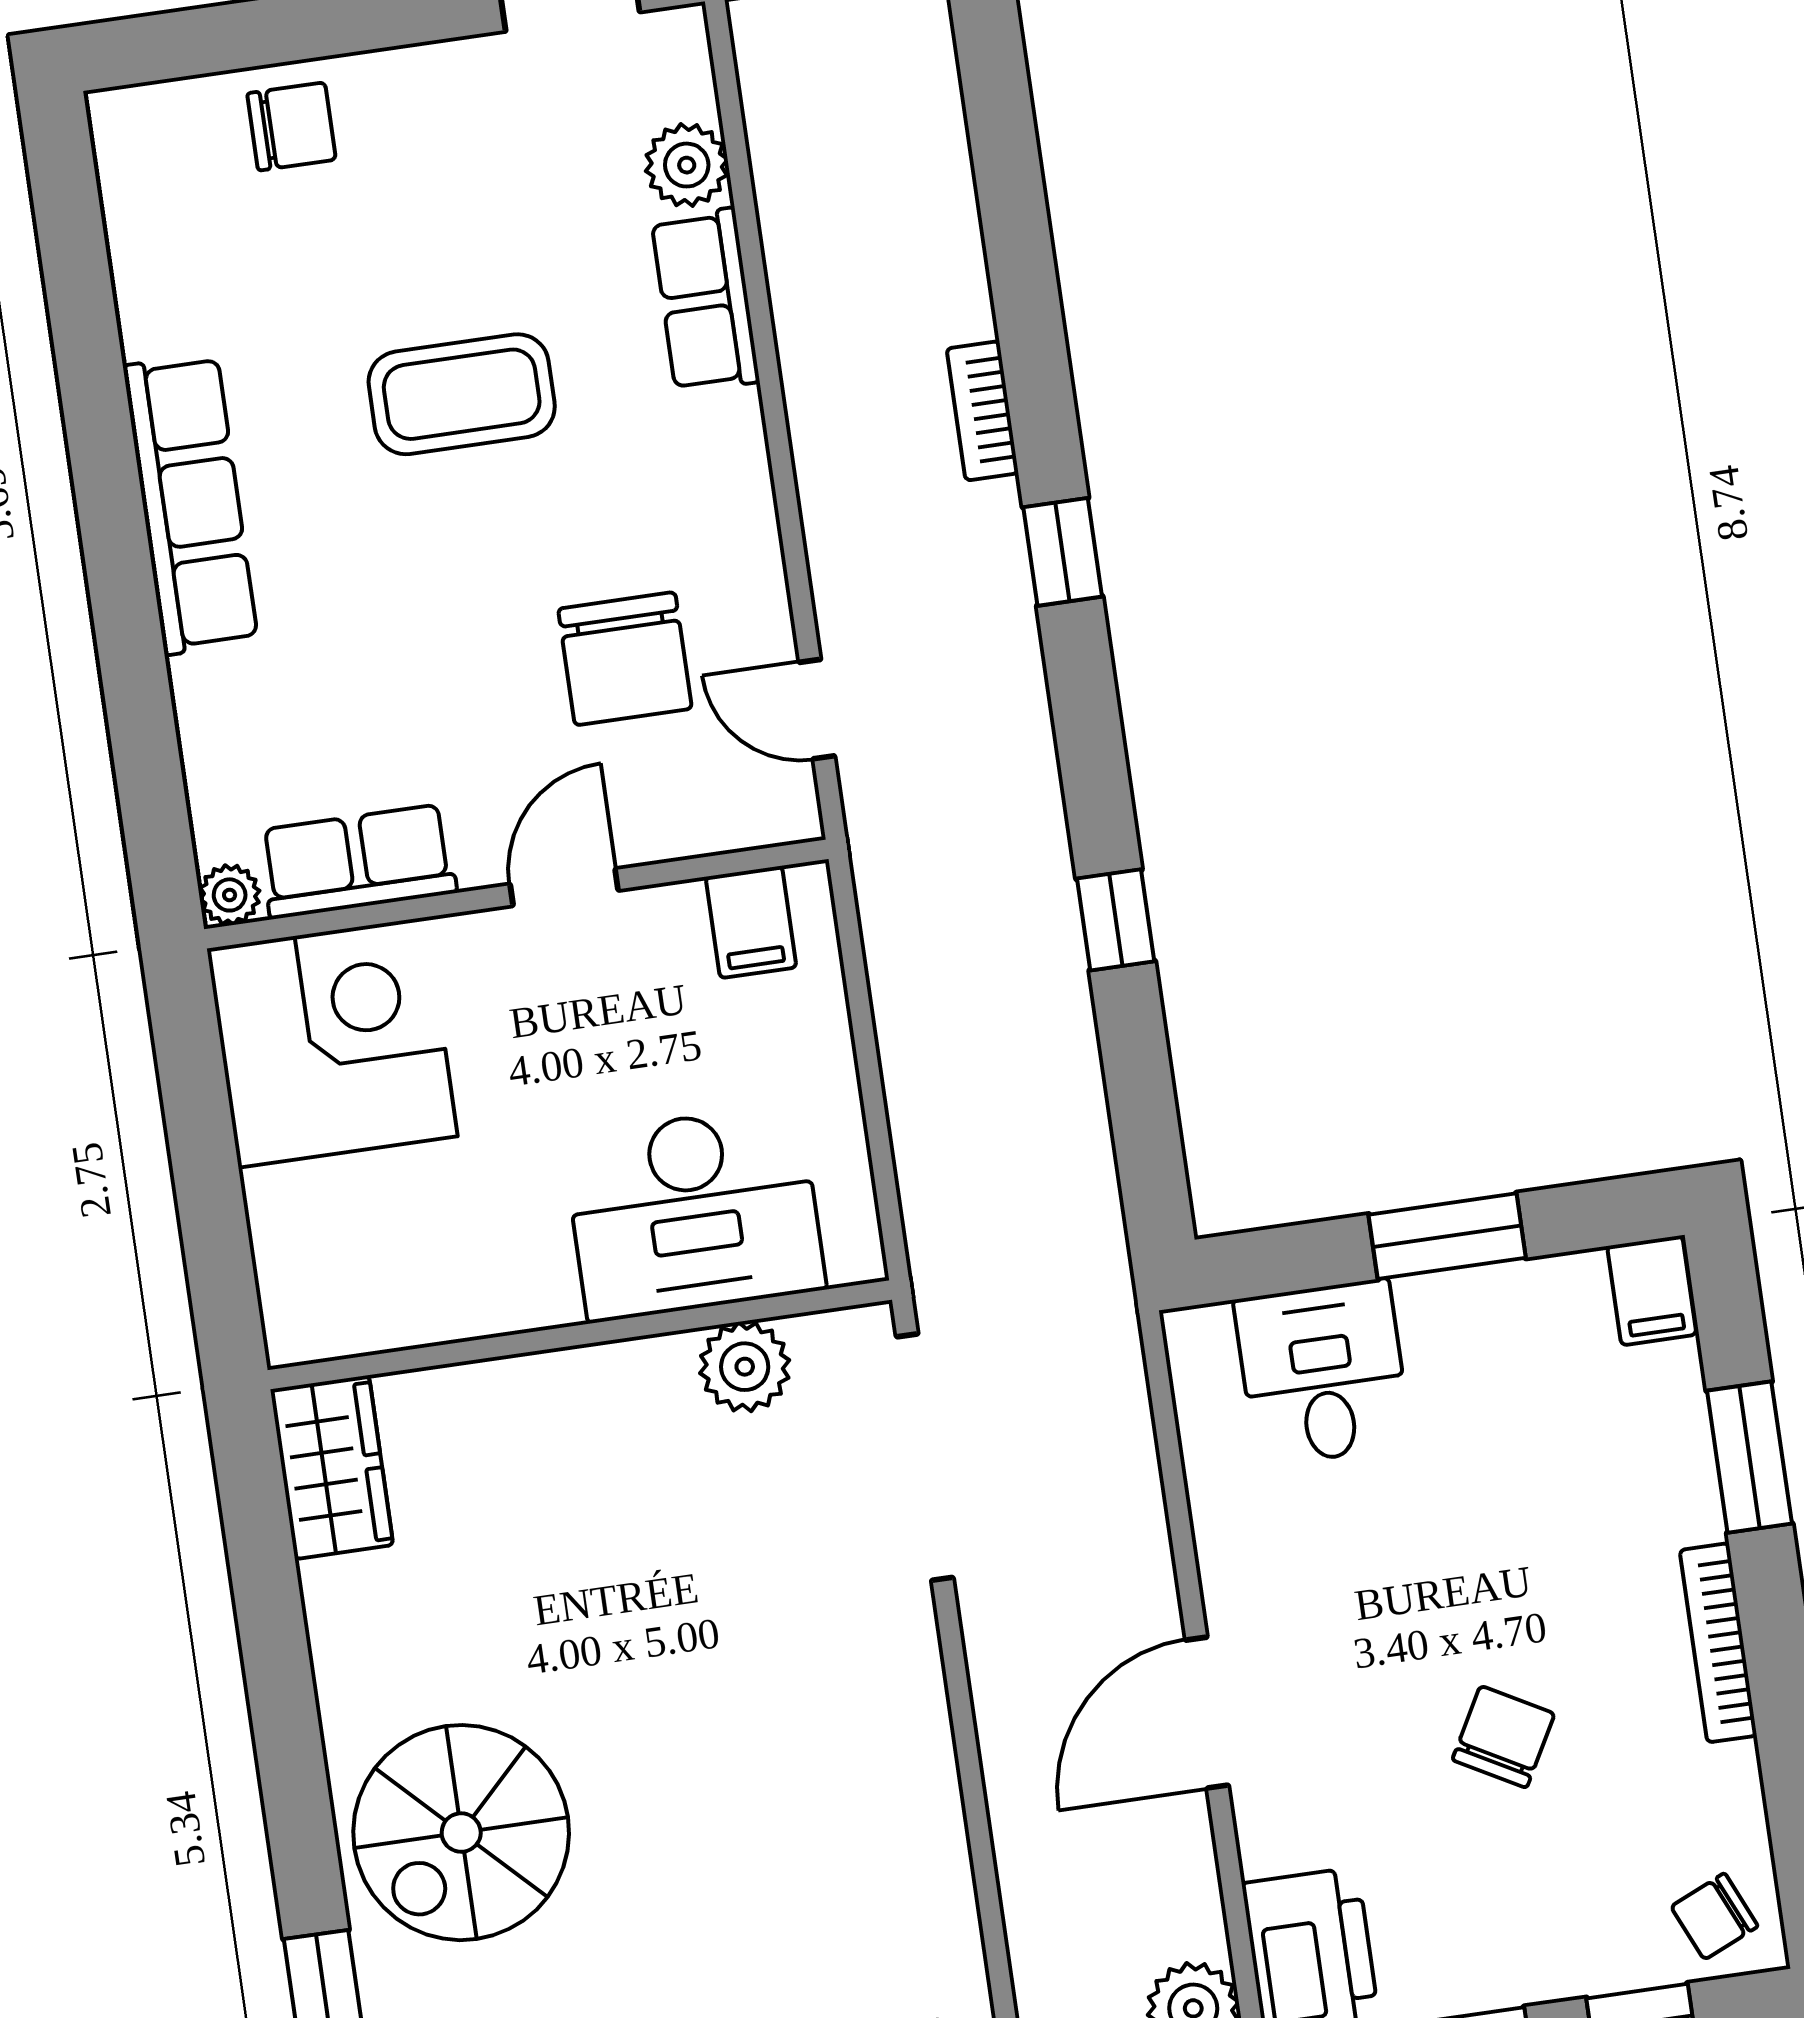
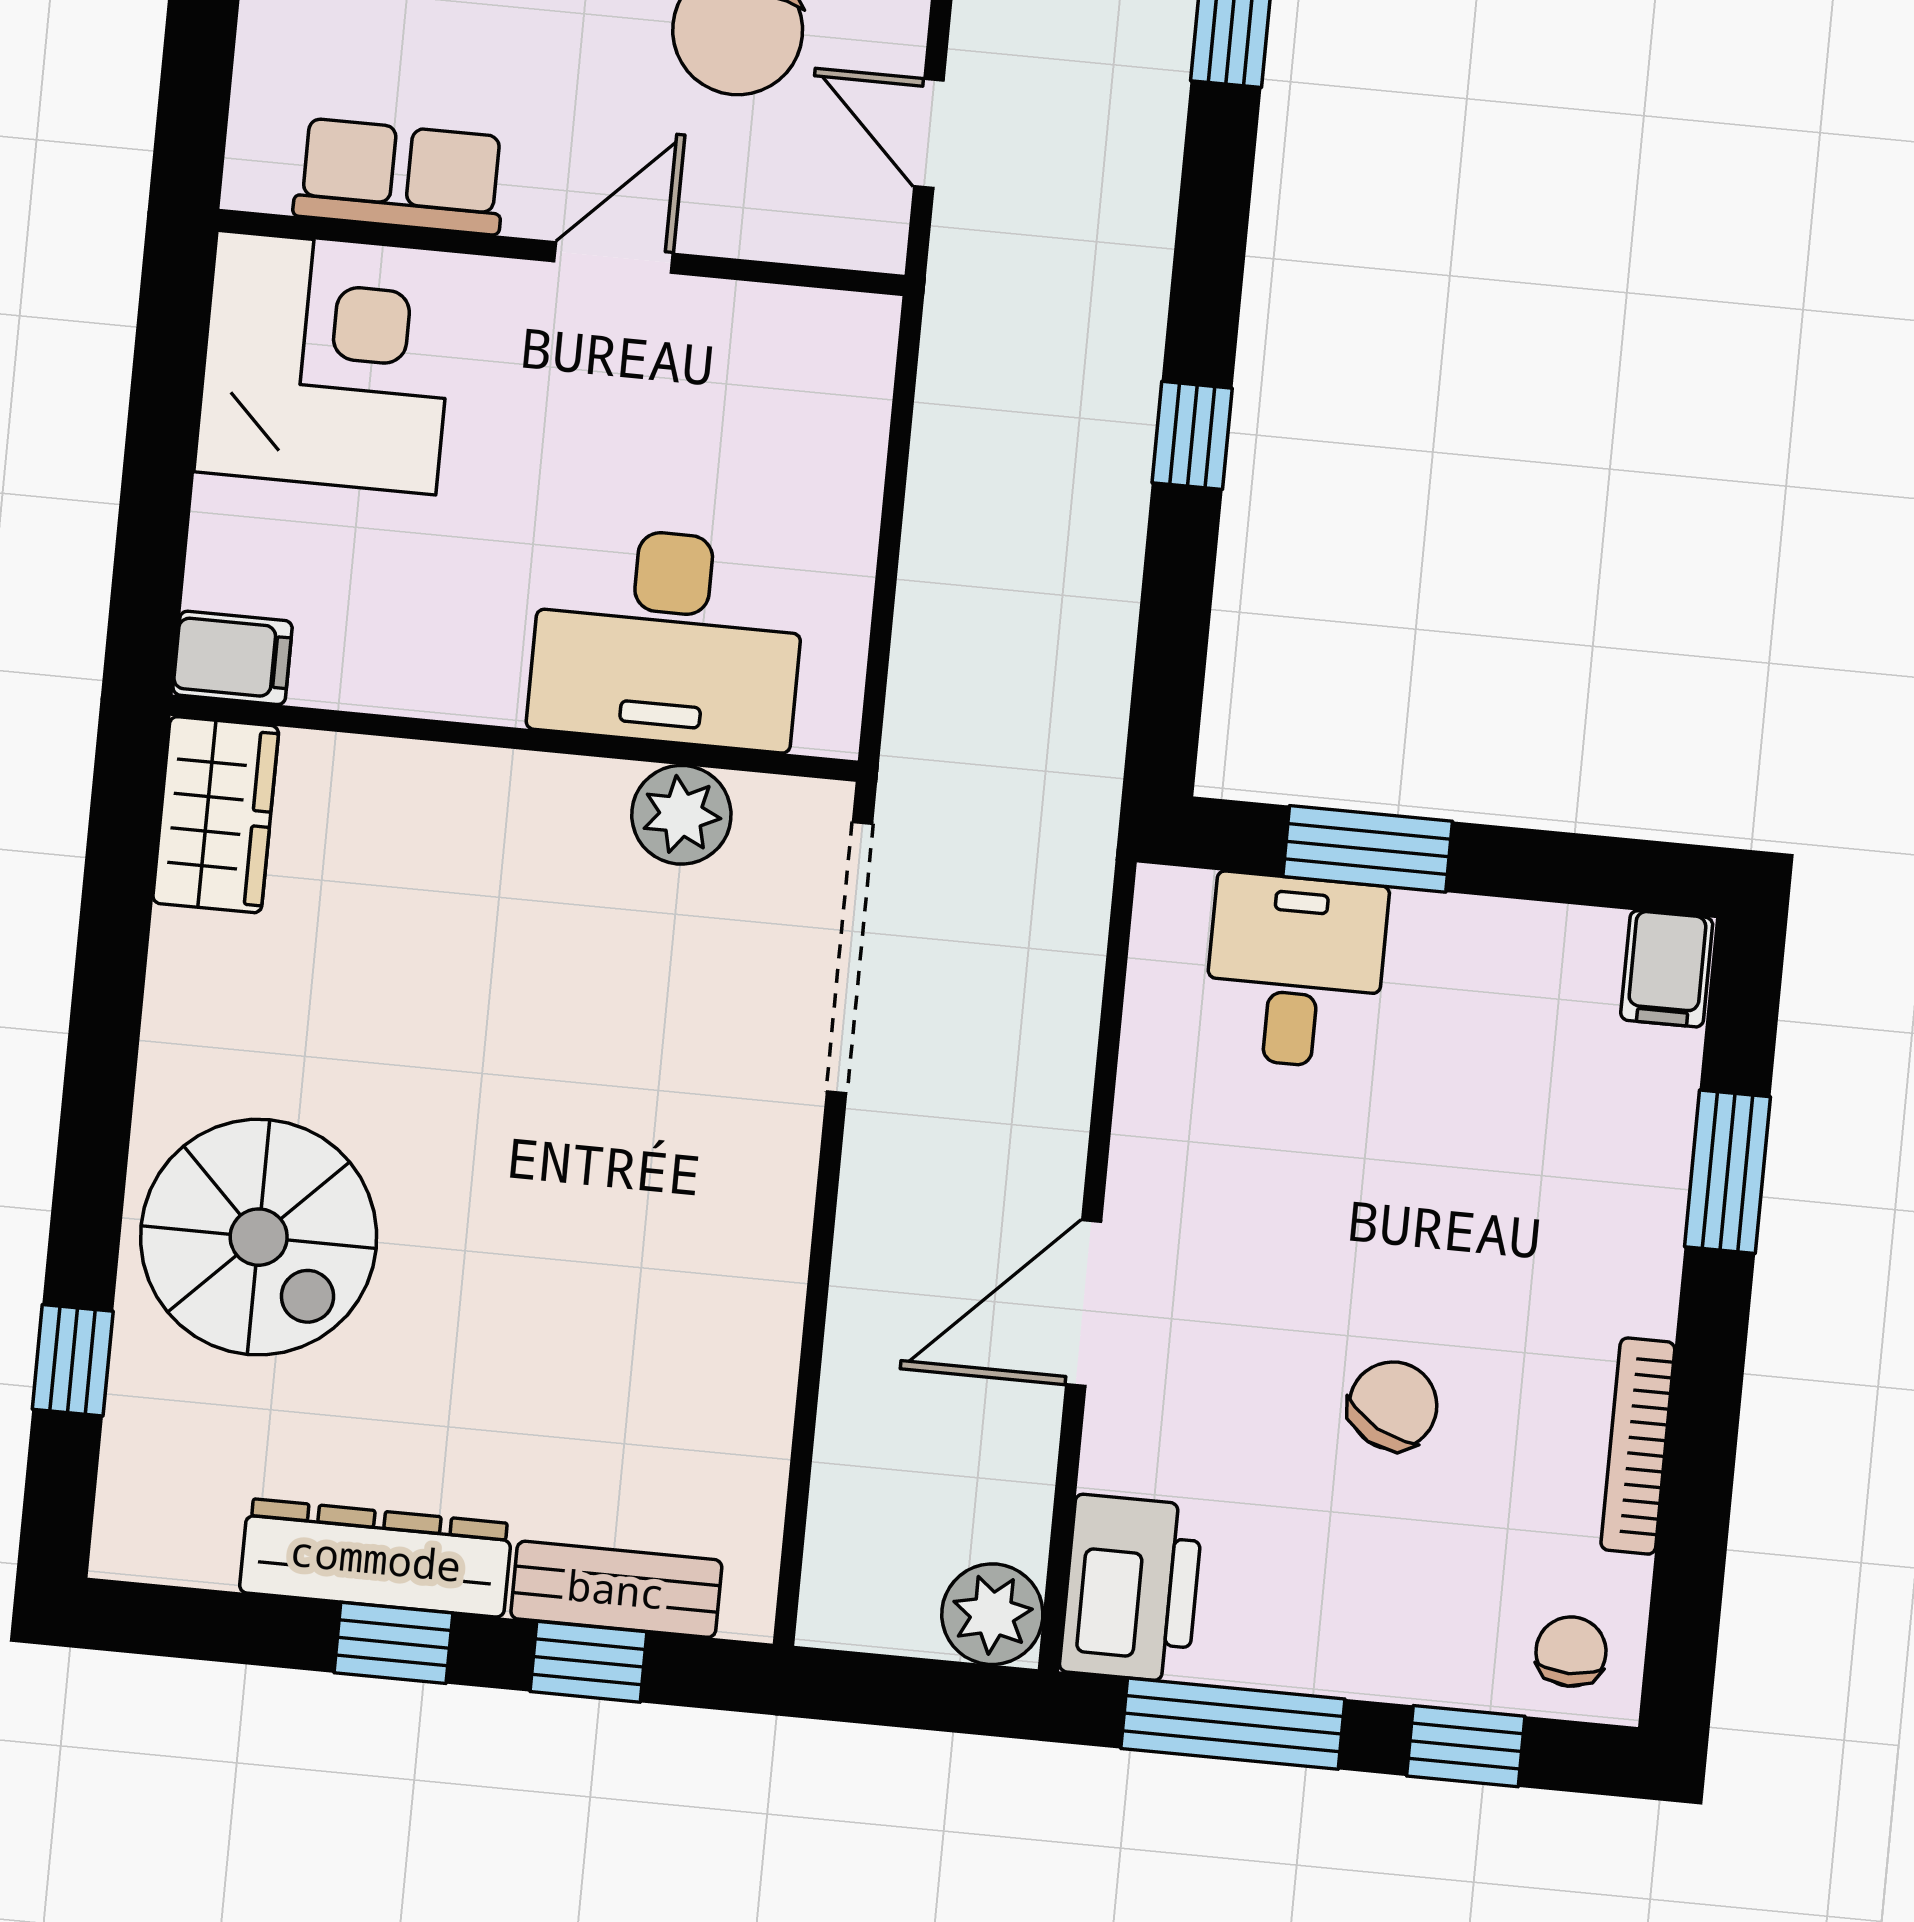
plant: (230, 895) -> (255, 179), removed
filing cabinet: (751, 922) -> (233, 658), moved, turned -90
window: (1447, 1236) -> (1368, 849), moved
bookcase: (1718, 1643) -> (1638, 1446), moved
spiral stairs: (461, 1833) -> (259, 1237), turned -90
chair: (1714, 1916) -> (1571, 1652), turned 114

